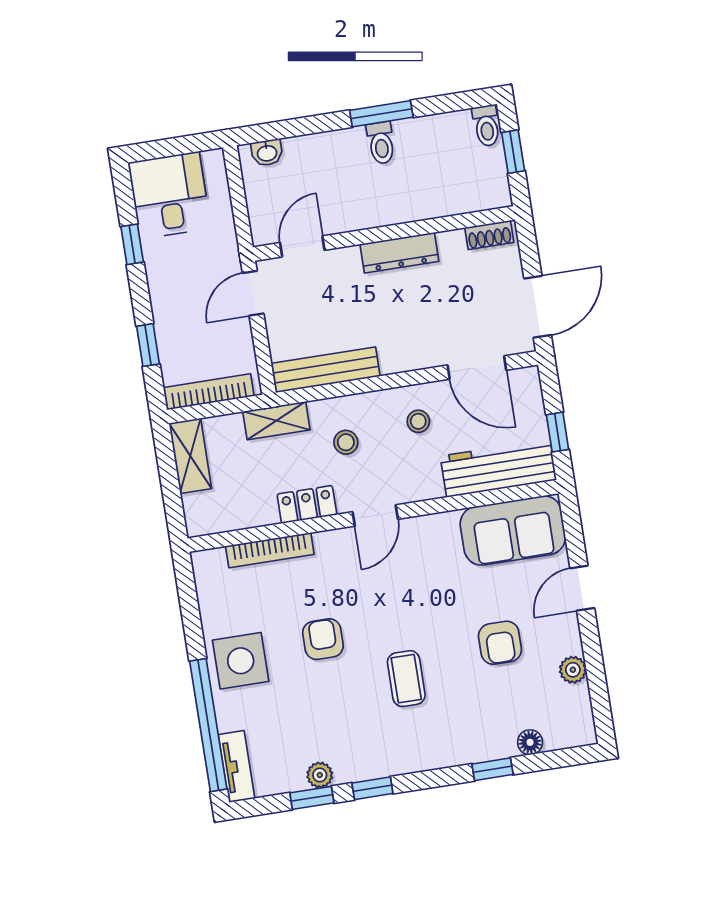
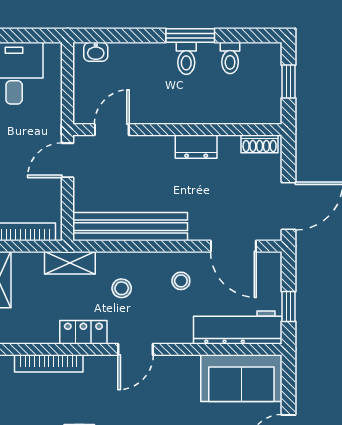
toilet: (486, 126) -> (230, 58), moved
dresser: (399, 253) -> (196, 147), width x0.70
bench: (326, 370) -> (130, 227), width x1.37, depth x1.21

